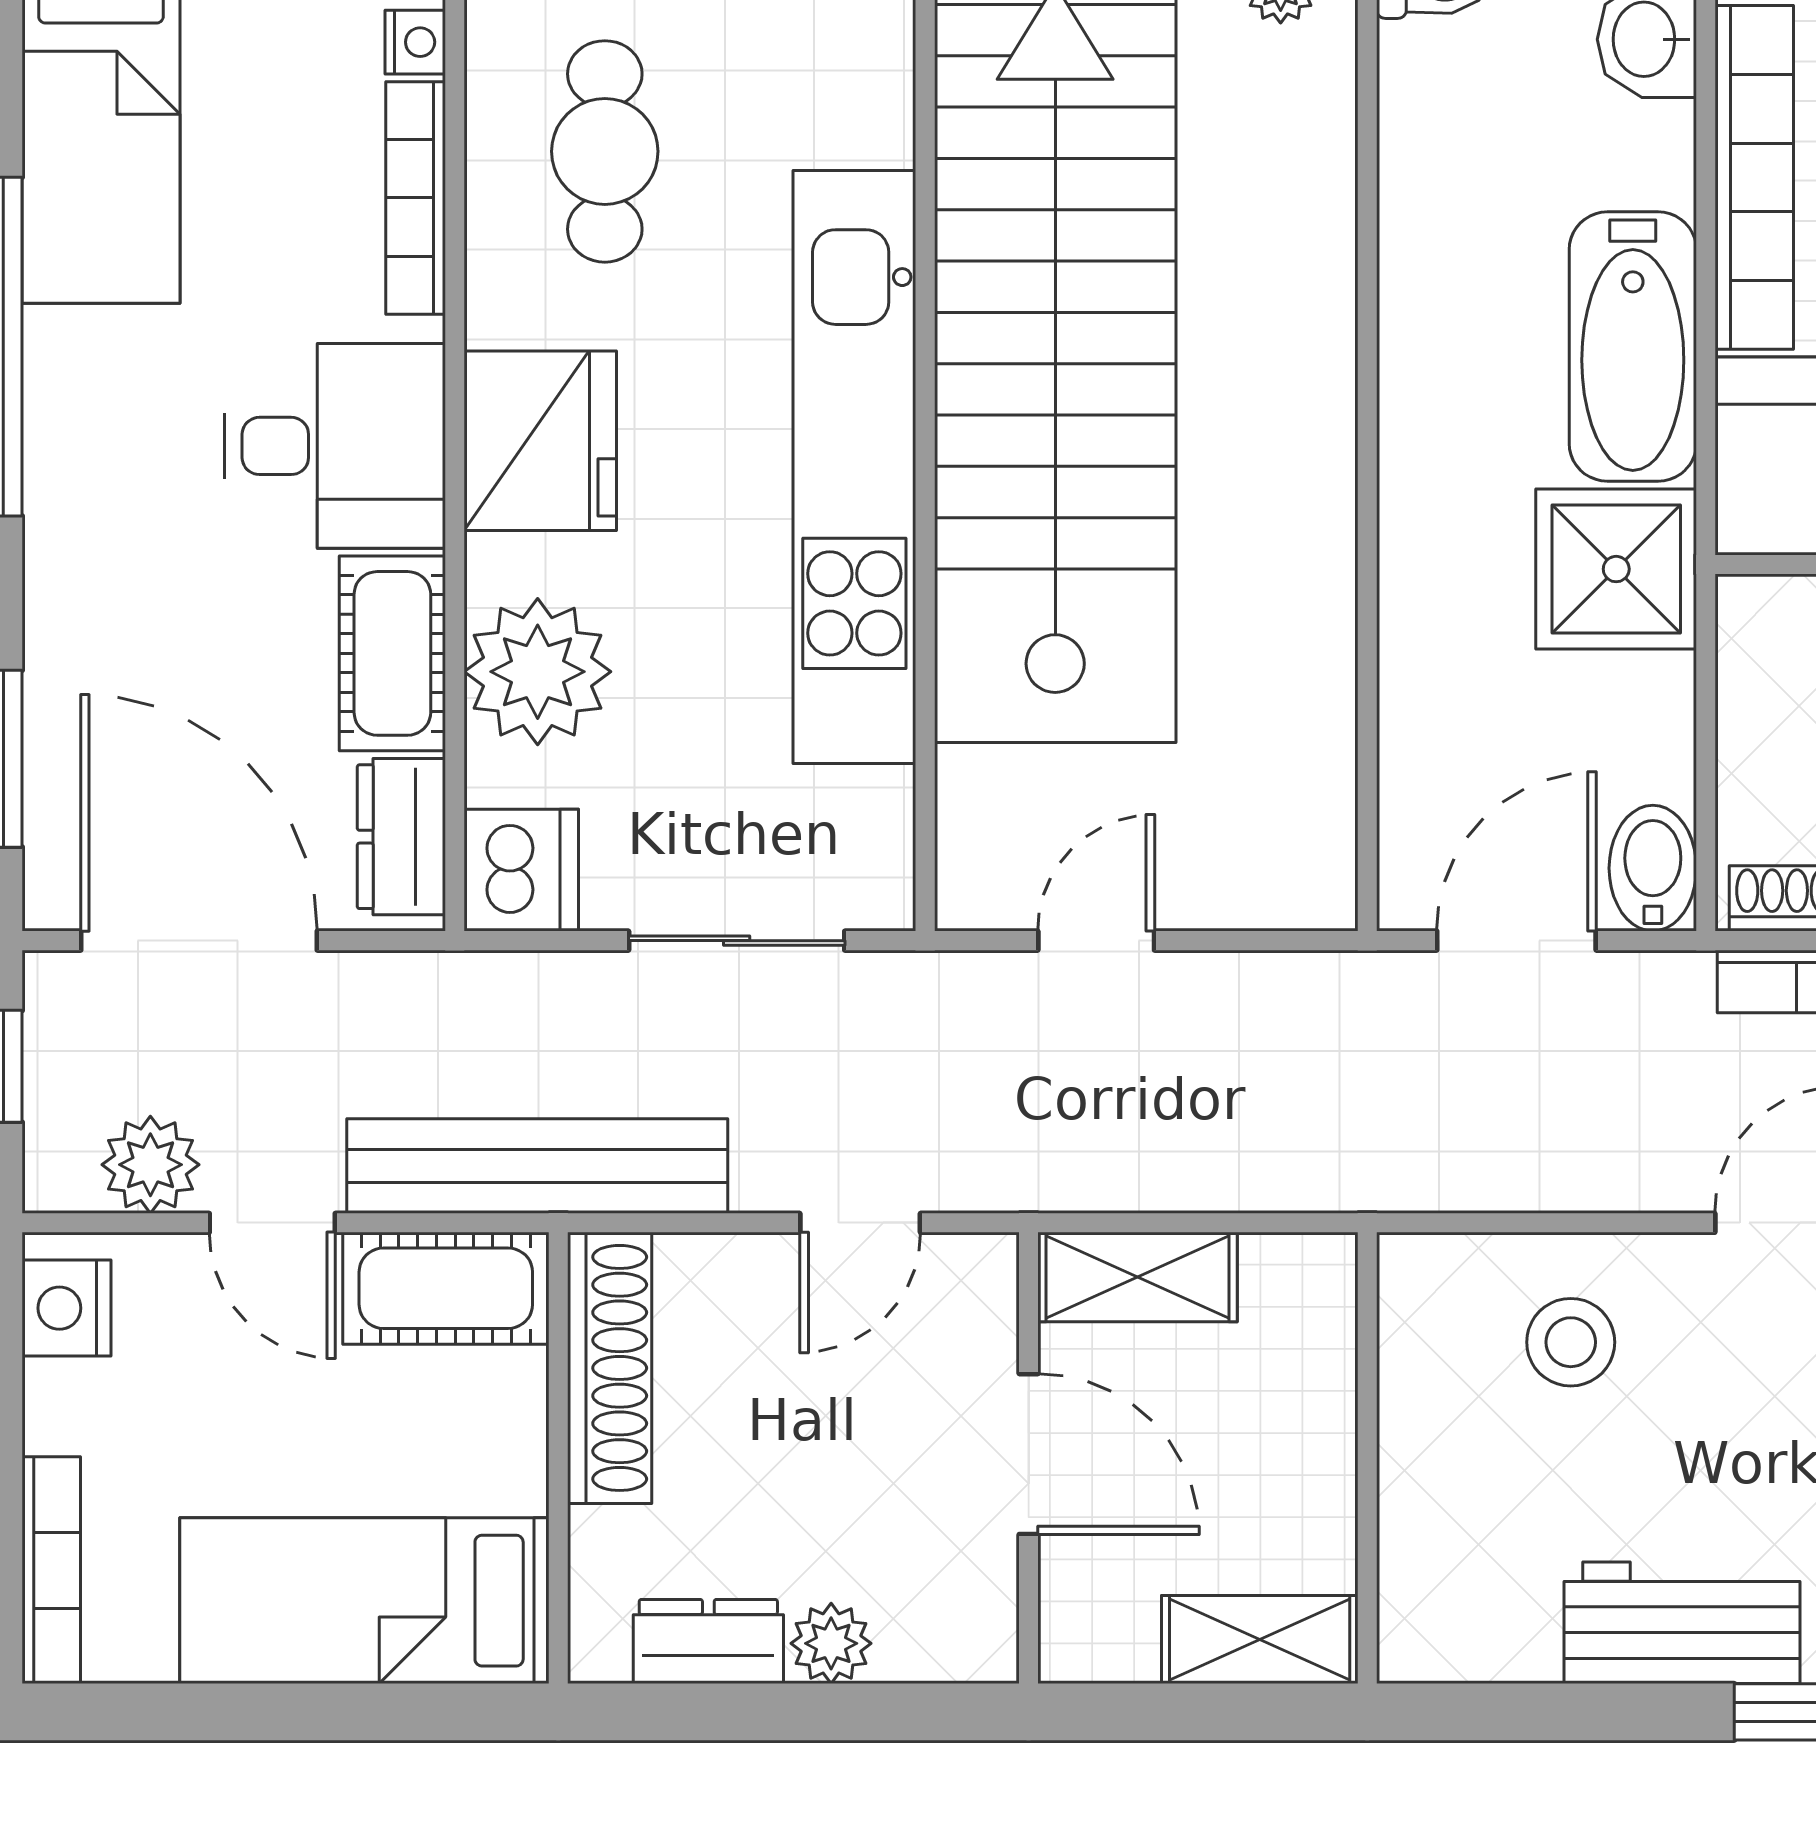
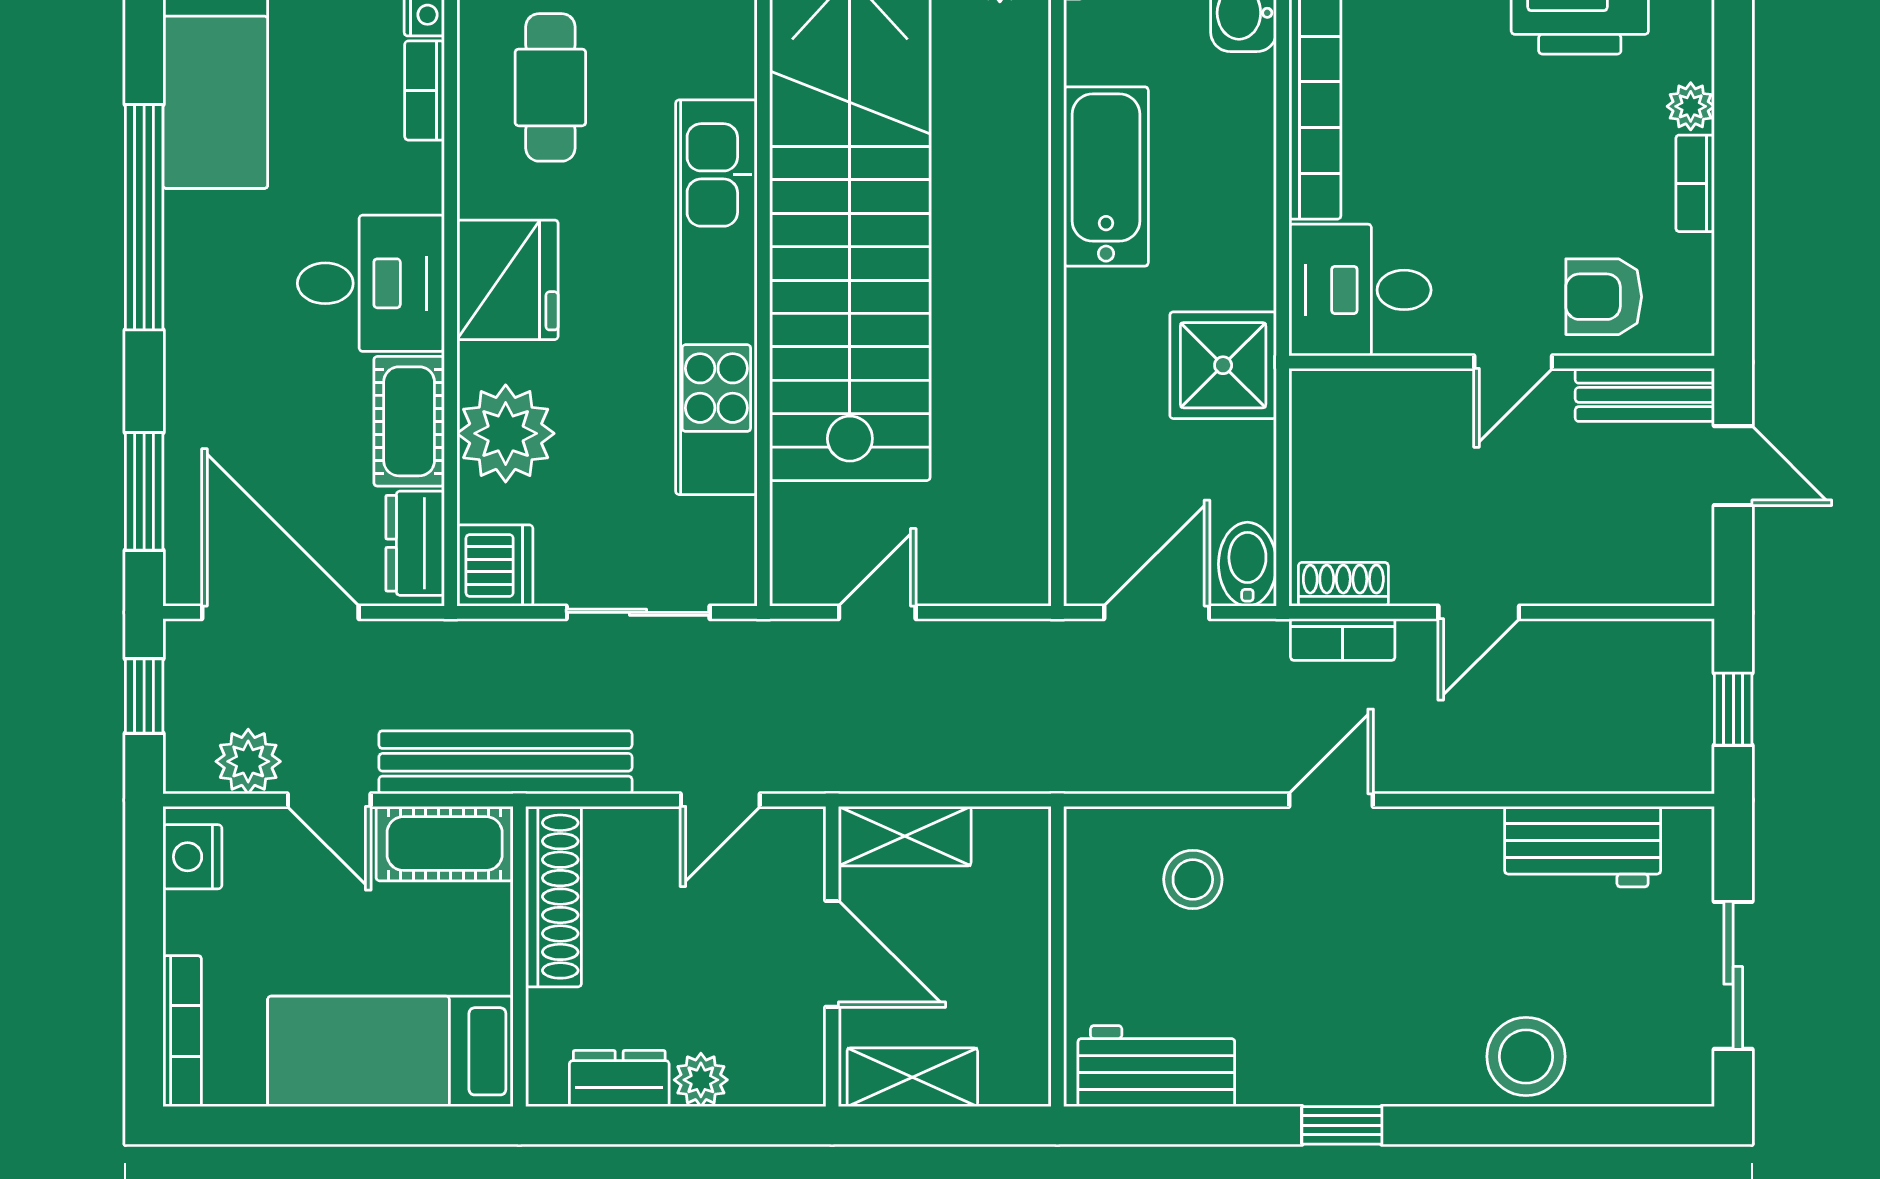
bookcase: (416, 198) -> (425, 91), width x0.64
bathtub: (1633, 347) -> (1106, 176), moved, turned 180
workbench: (1682, 1623) -> (1156, 1066), moved
shelving: (1260, 1640) -> (912, 1077), moved

